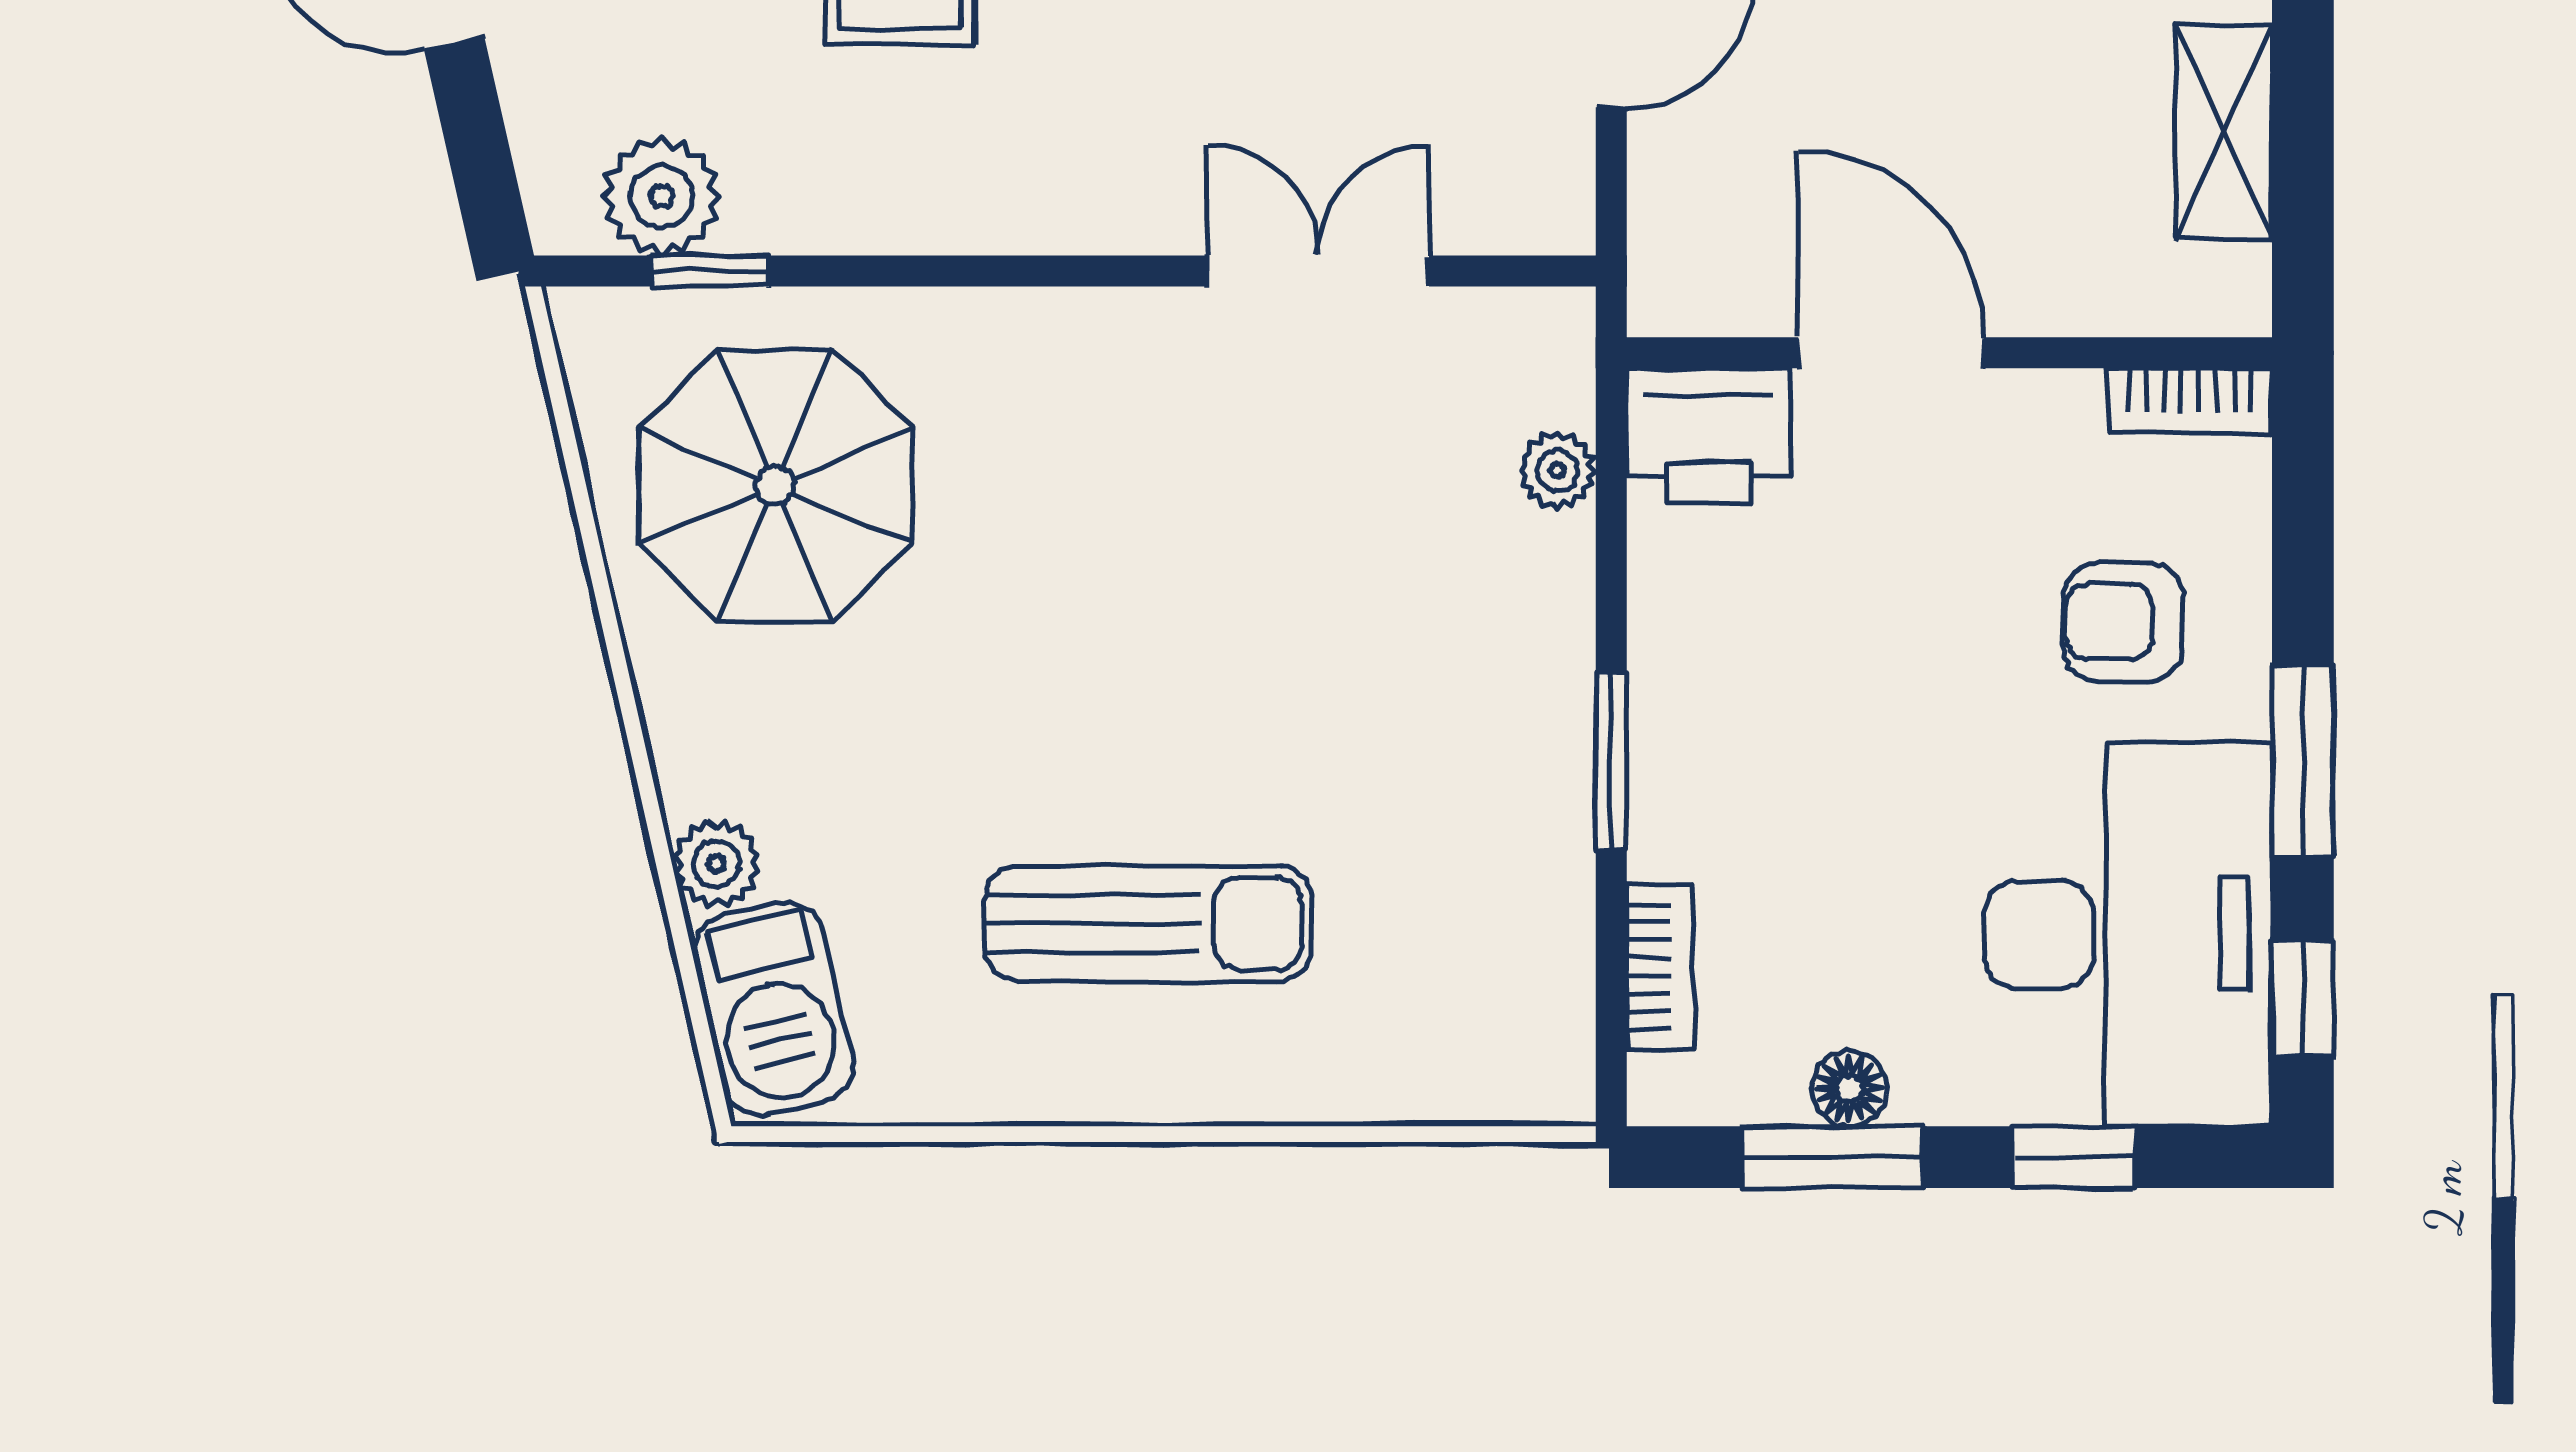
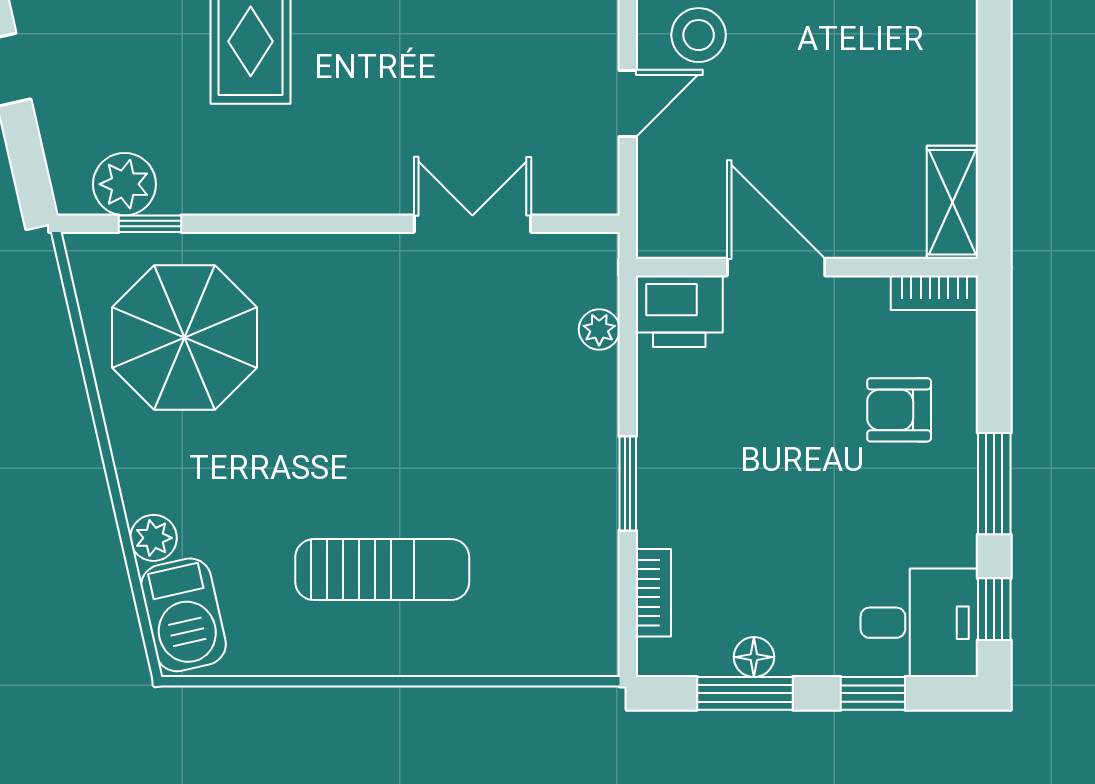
shelving: (2224, 132) -> (952, 202), moved
desk: (2128, 934) -> (919, 623), width x0.53, depth x0.77

